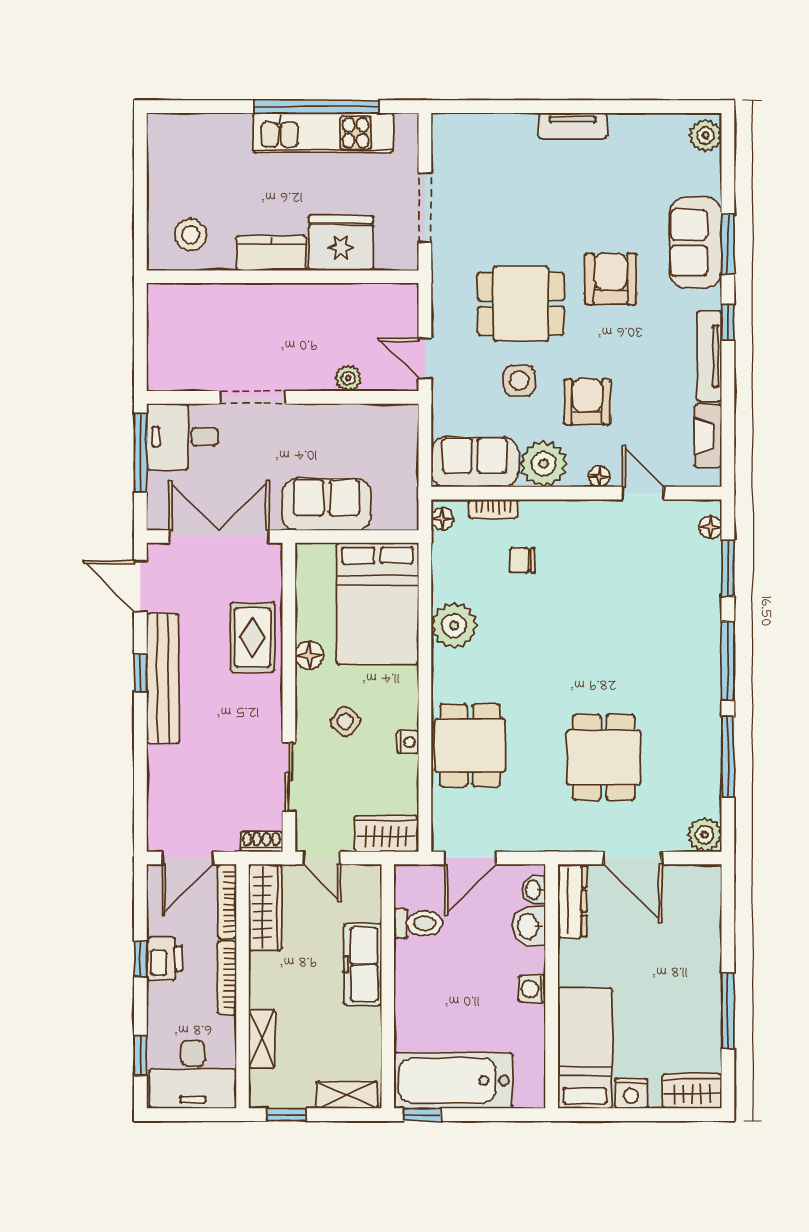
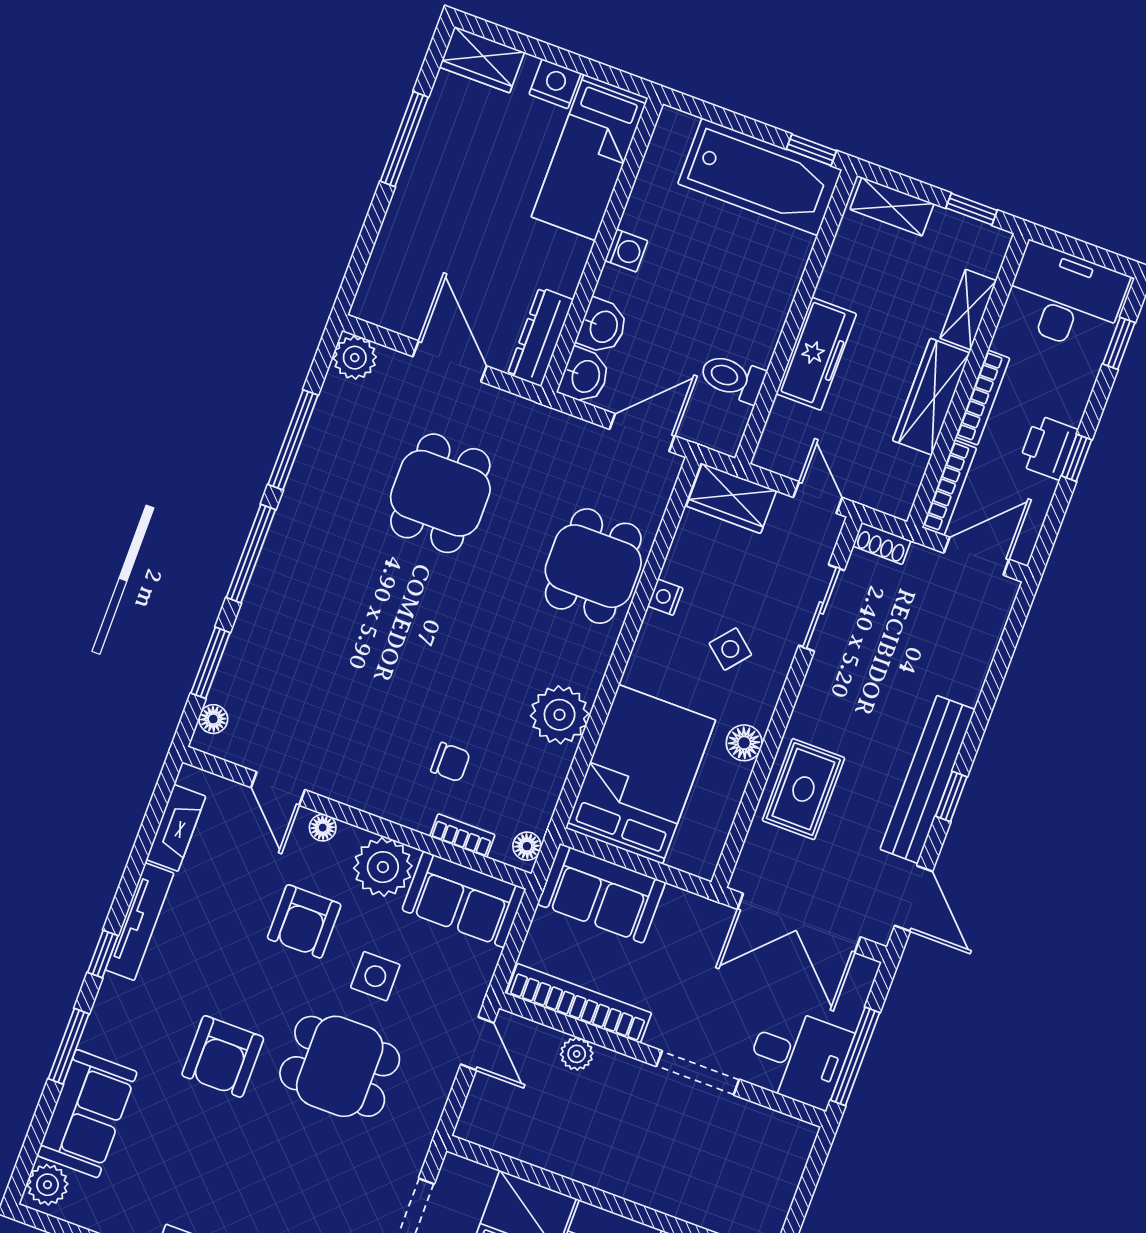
sofa: (696, 243) -> (87, 1114), moved
bookcase: (360, 416) -> (579, 1003), added
sofa: (327, 504) -> (601, 893), moved
washbasin: (534, 890) -> (585, 376), width x1.38, depth x1.45
wardrobe: (265, 908) -> (931, 397), moved

